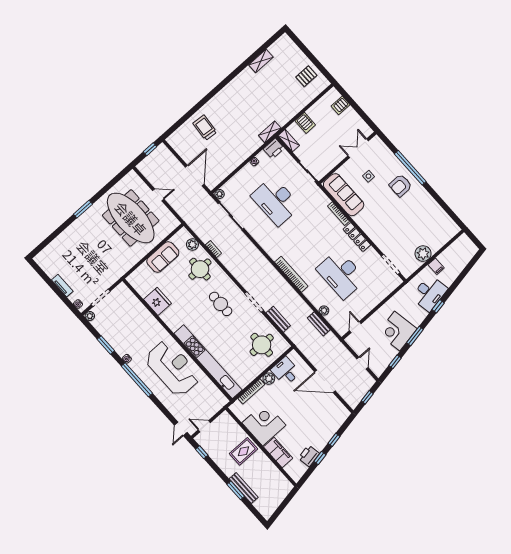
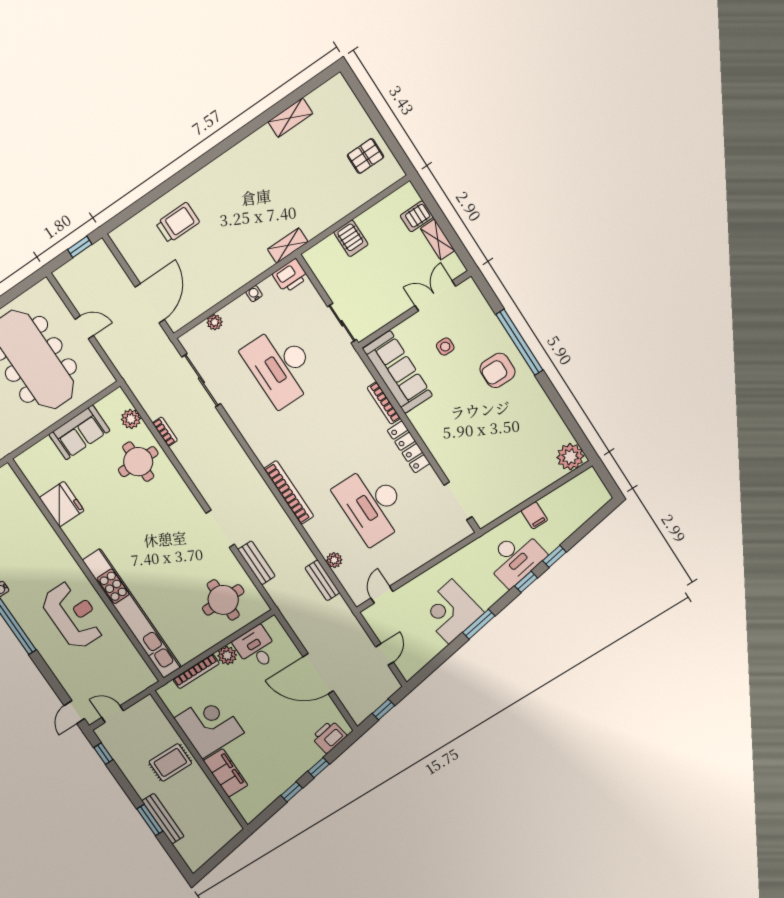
trolley: (205, 128) -> (178, 223), turned 85
shelving: (289, 141) -> (438, 239), moved
plant: (220, 194) -> (215, 322), moved
plant: (423, 254) -> (570, 457), moved
cafe table: (221, 304) -> (165, 524), removed
window: (395, 362) -> (554, 556), moved
reception desk: (173, 368) -> (73, 615), width x0.74, depth x0.77
printer: (309, 456) -> (329, 737), moved

